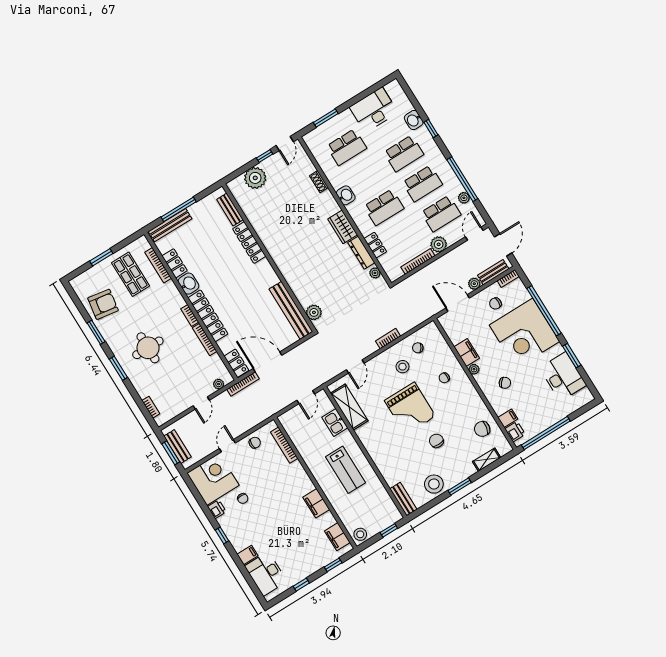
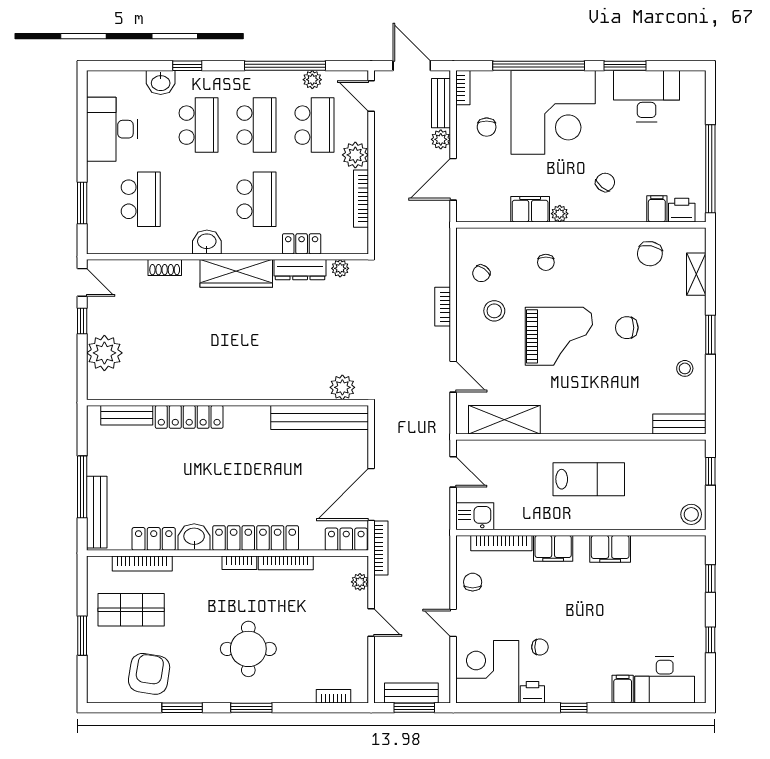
wardrobe: (343, 227) -> (236, 273), width x1.50
kitchen sink: (335, 423) -> (475, 516), moved, turned 180
stool: (434, 484) -> (685, 368), width x0.53, depth x0.53
filing cabinet: (337, 537) -> (553, 548), moved

